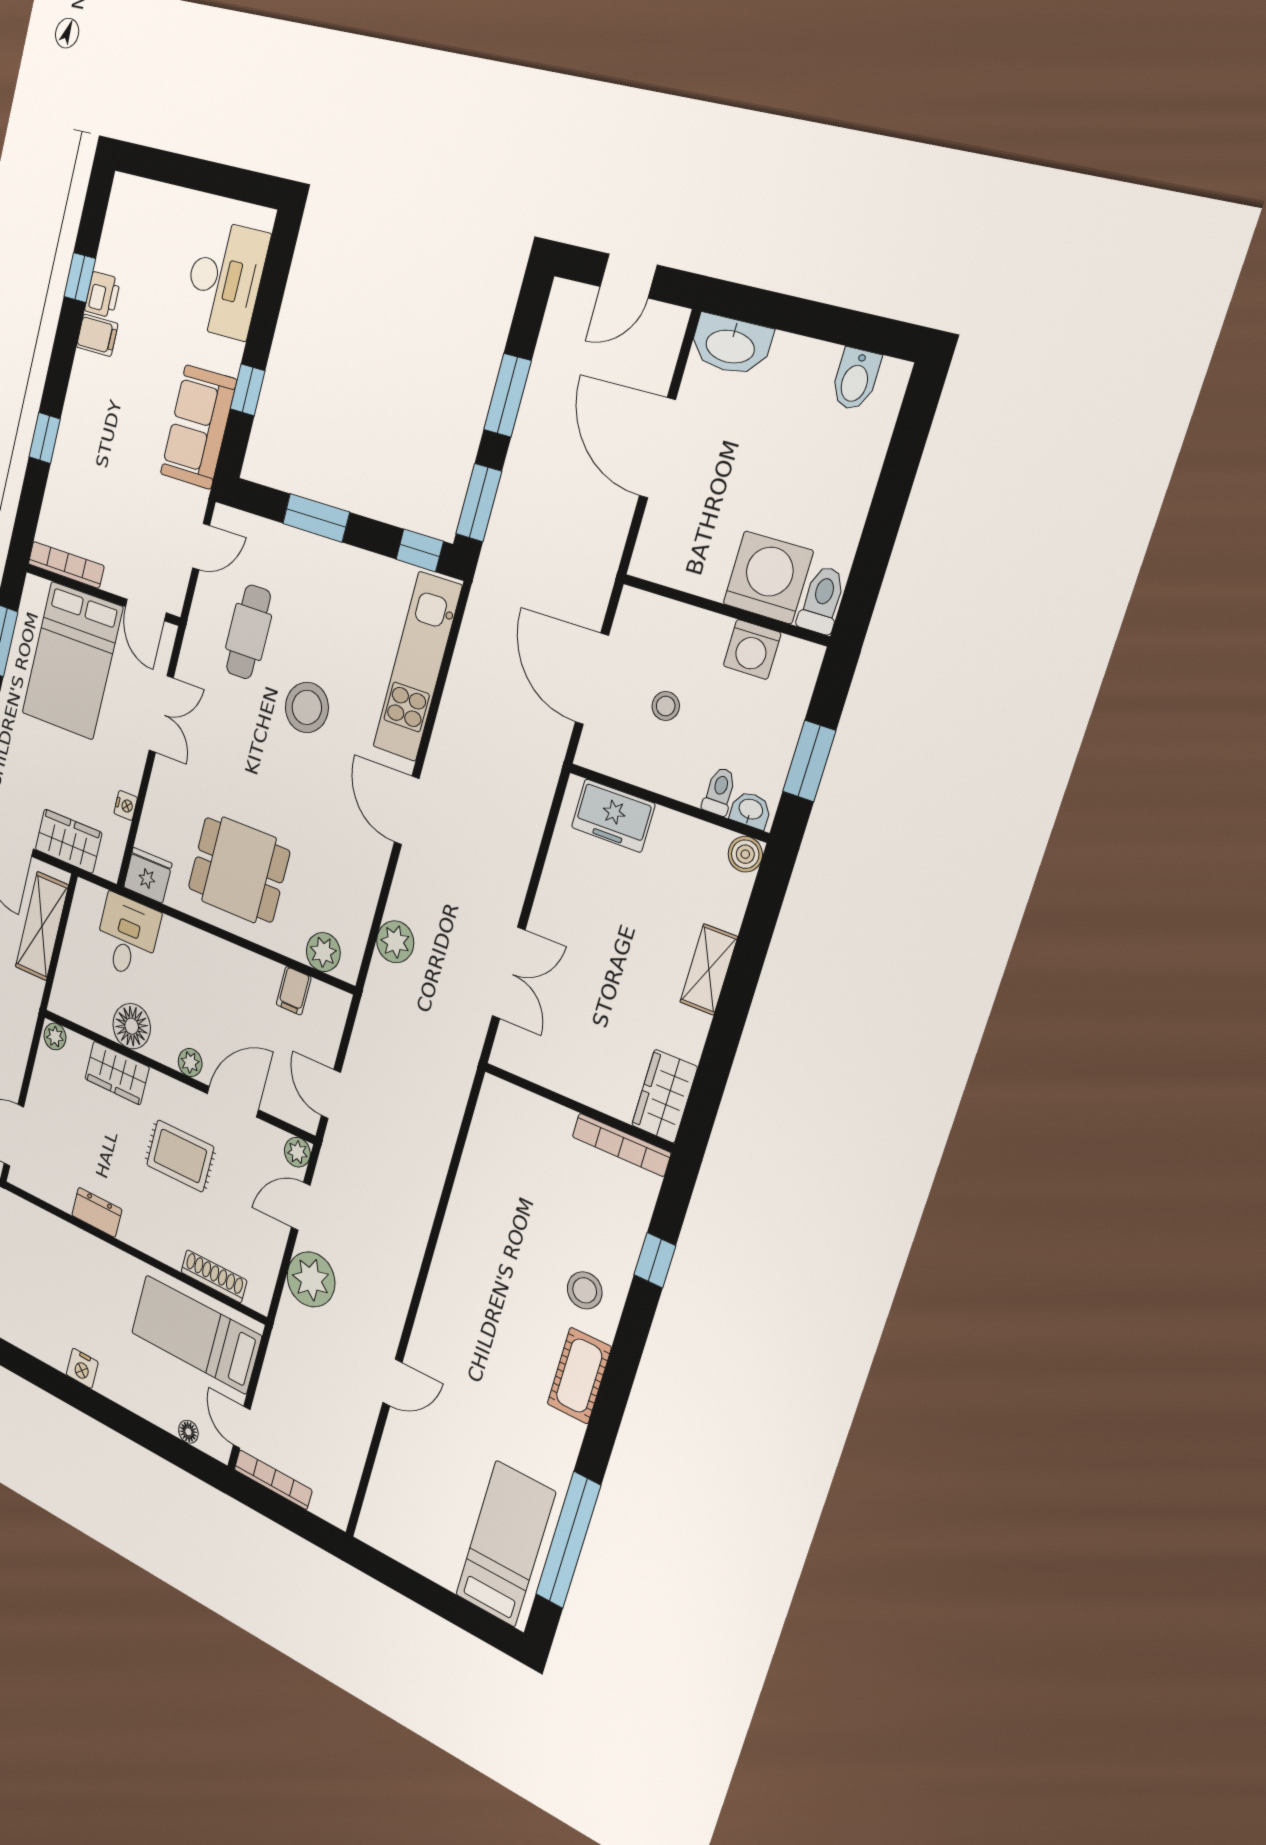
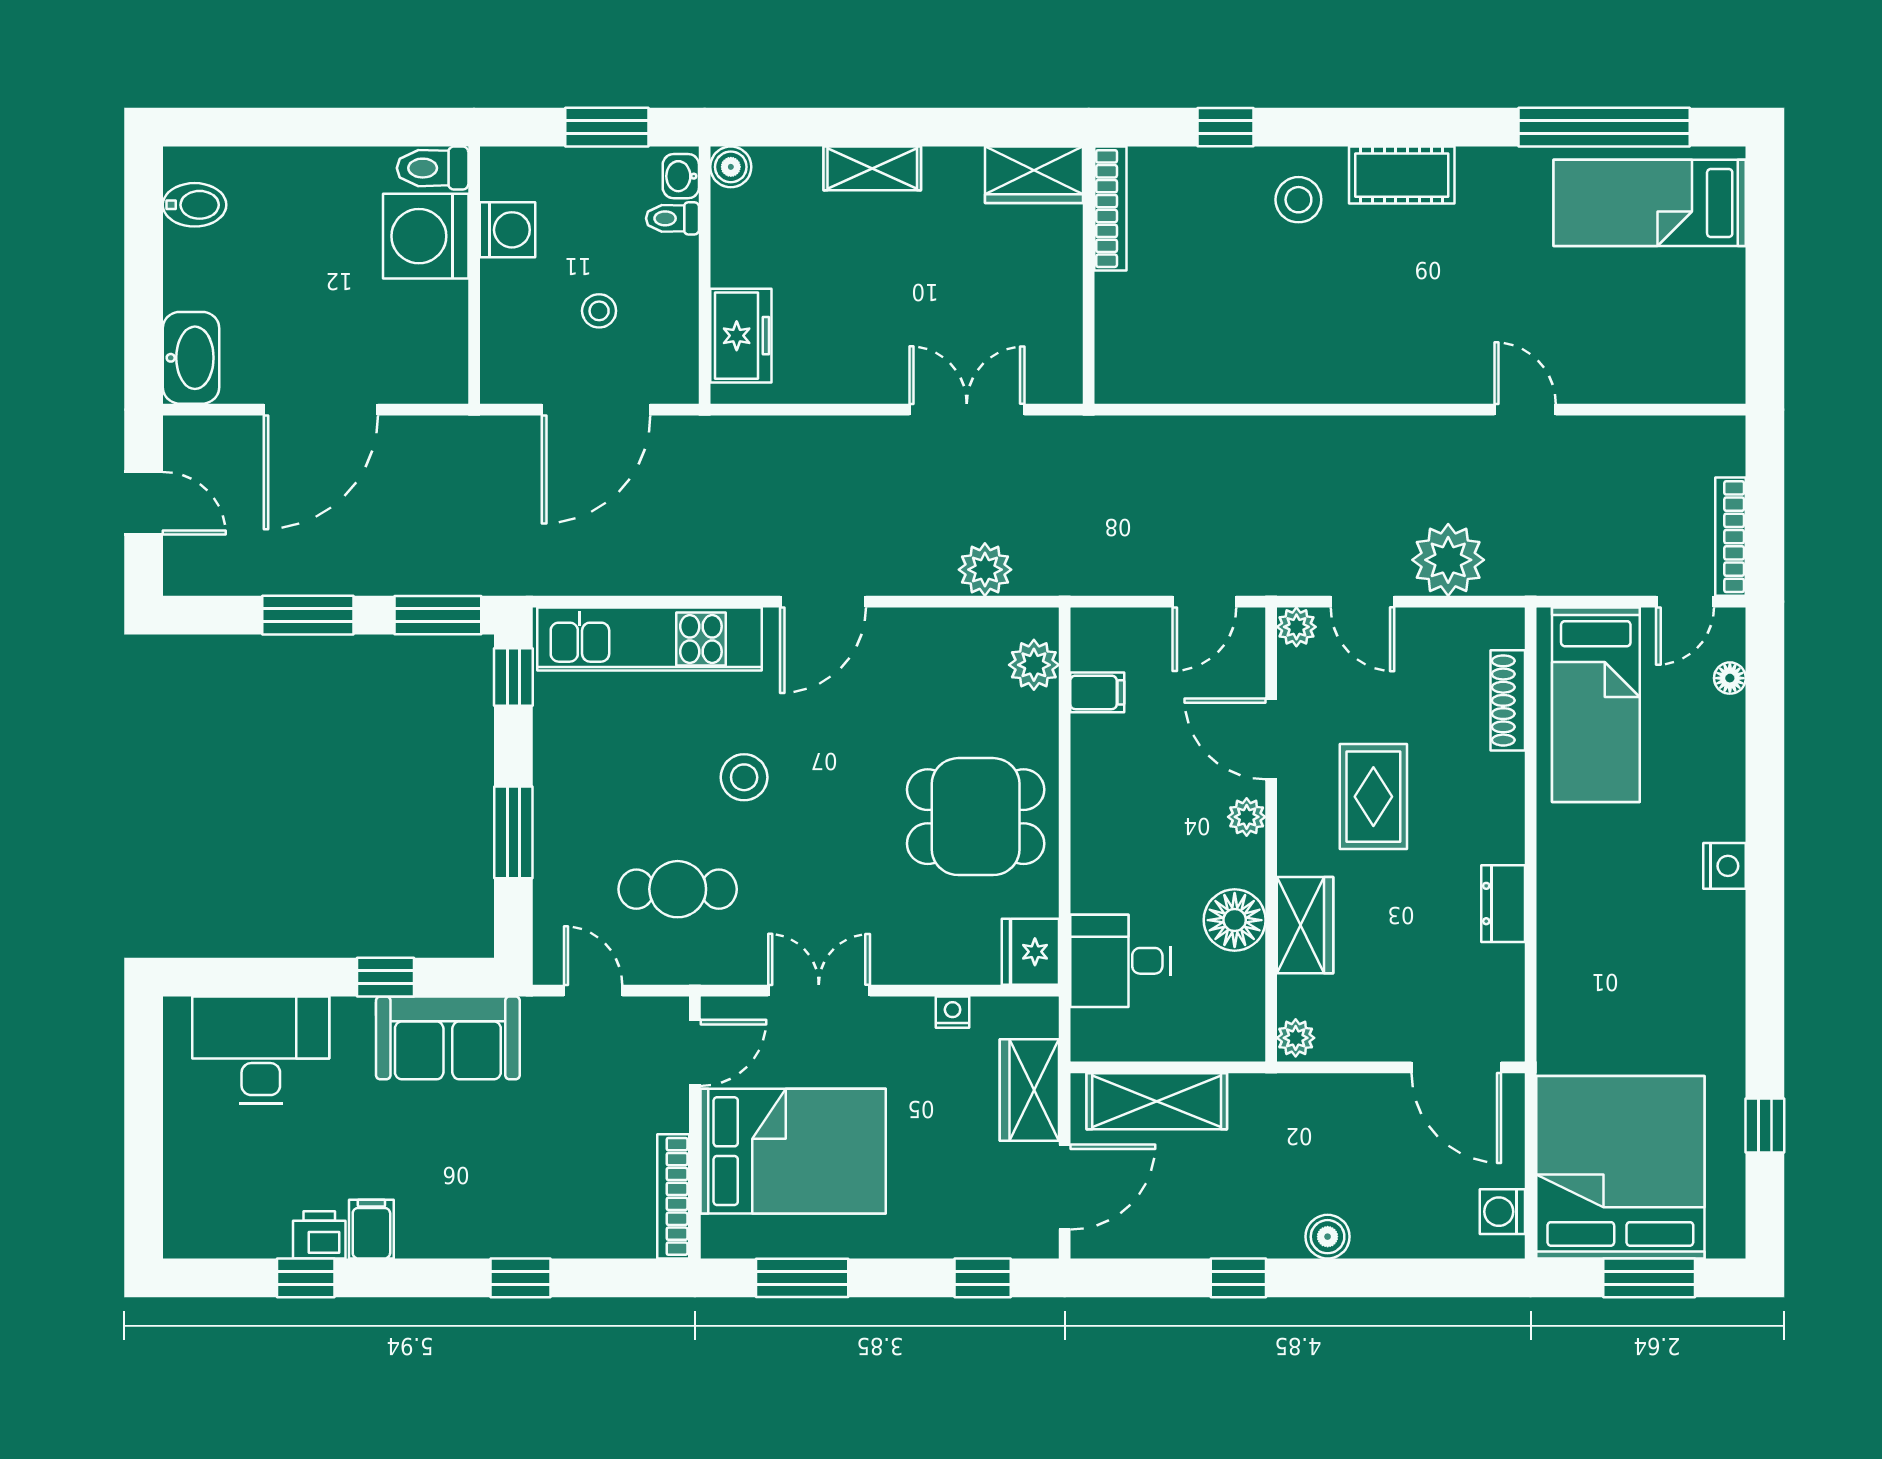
stool: (307, 707) -> (744, 777), width x0.73, depth x0.73
dining table: (239, 870) -> (976, 817), turned 90

